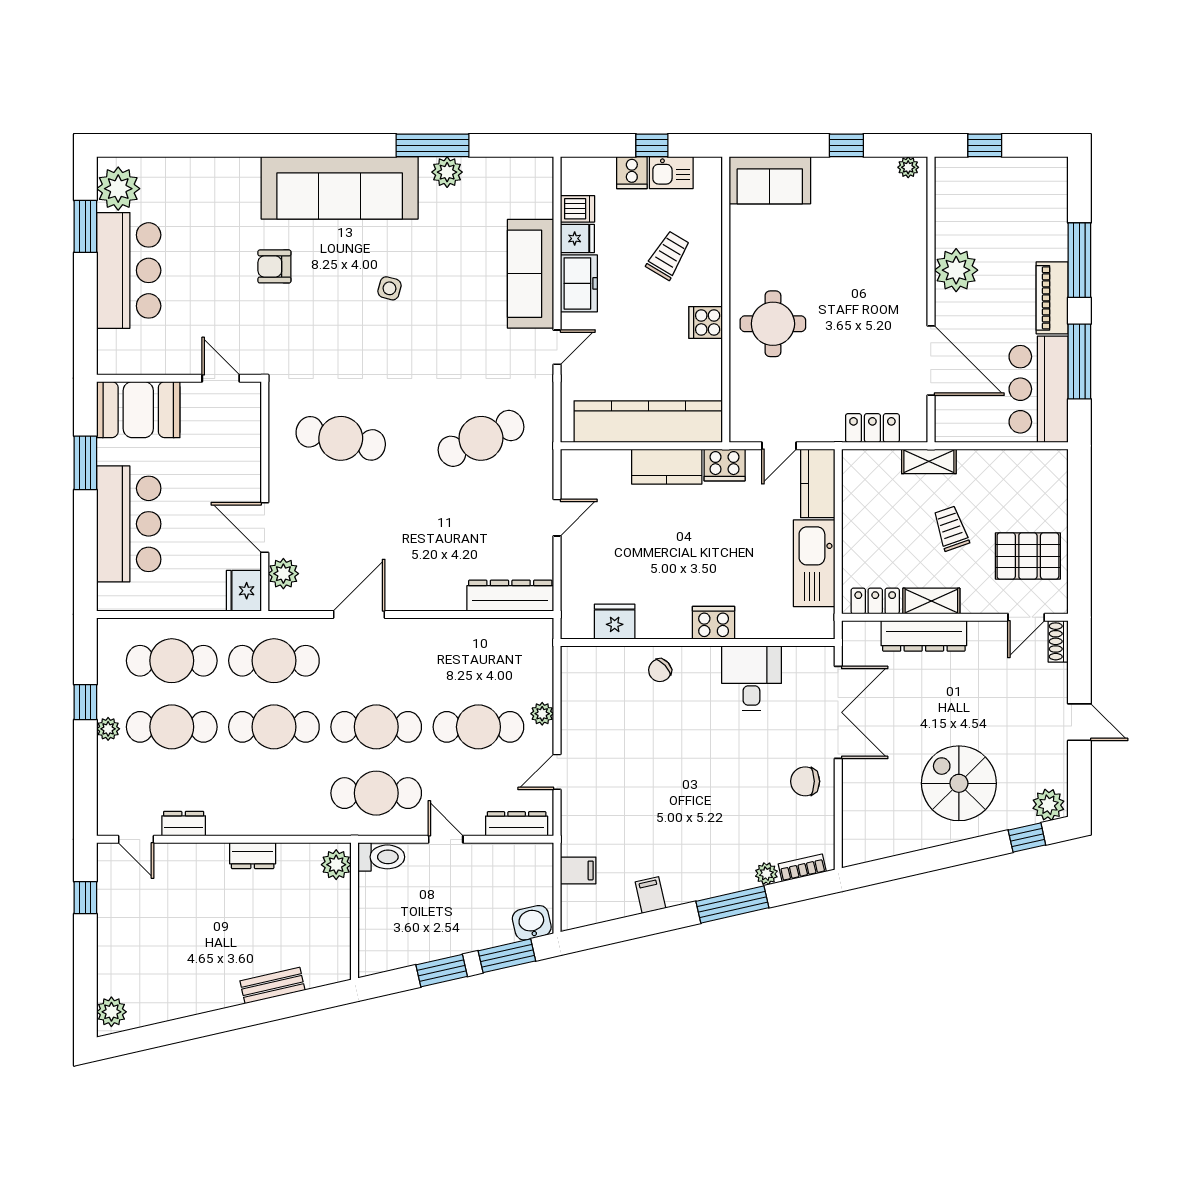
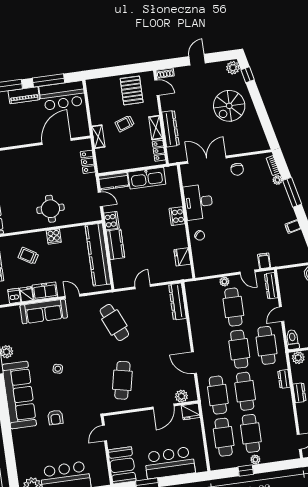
plant: (956, 270) -> (18, 136), removed
door: (557, 518) -> (143, 287), hinge flipped
desk: (751, 678) -> (198, 202), width x1.37
dresser: (184, 824) -> (284, 379), moved
filing cabinet: (578, 870) -> (264, 261), moved

